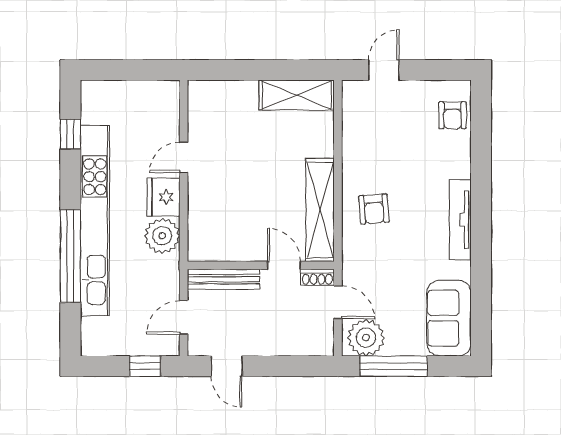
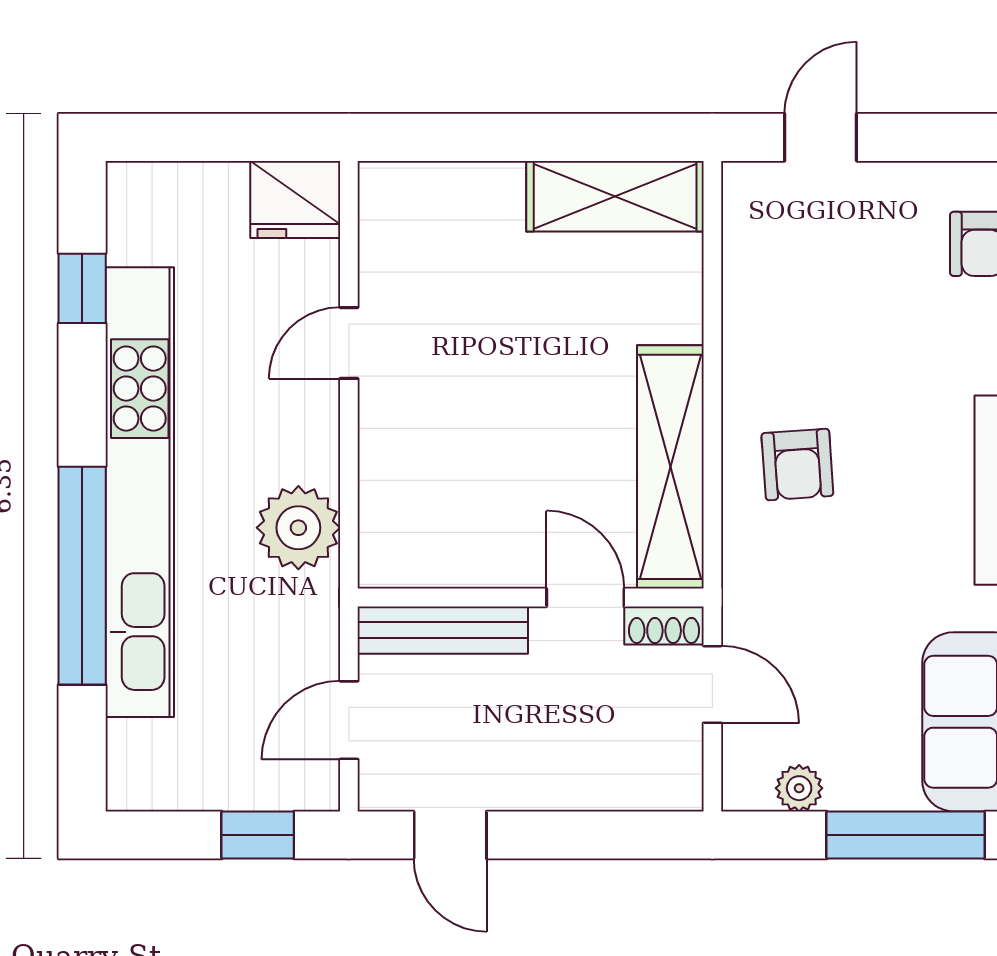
fridge: (164, 197) -> (295, 199), moved, turned -90
plant: (366, 338) -> (799, 788), width x0.53, depth x0.53
window: (394, 366) -> (906, 835), moved

